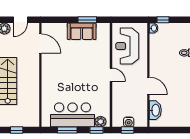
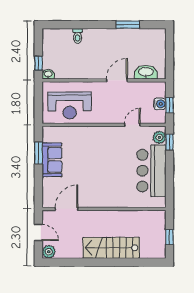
door: (111, 75) -> (132, 125), moved
window: (67, 130) -> (169, 177), removed

